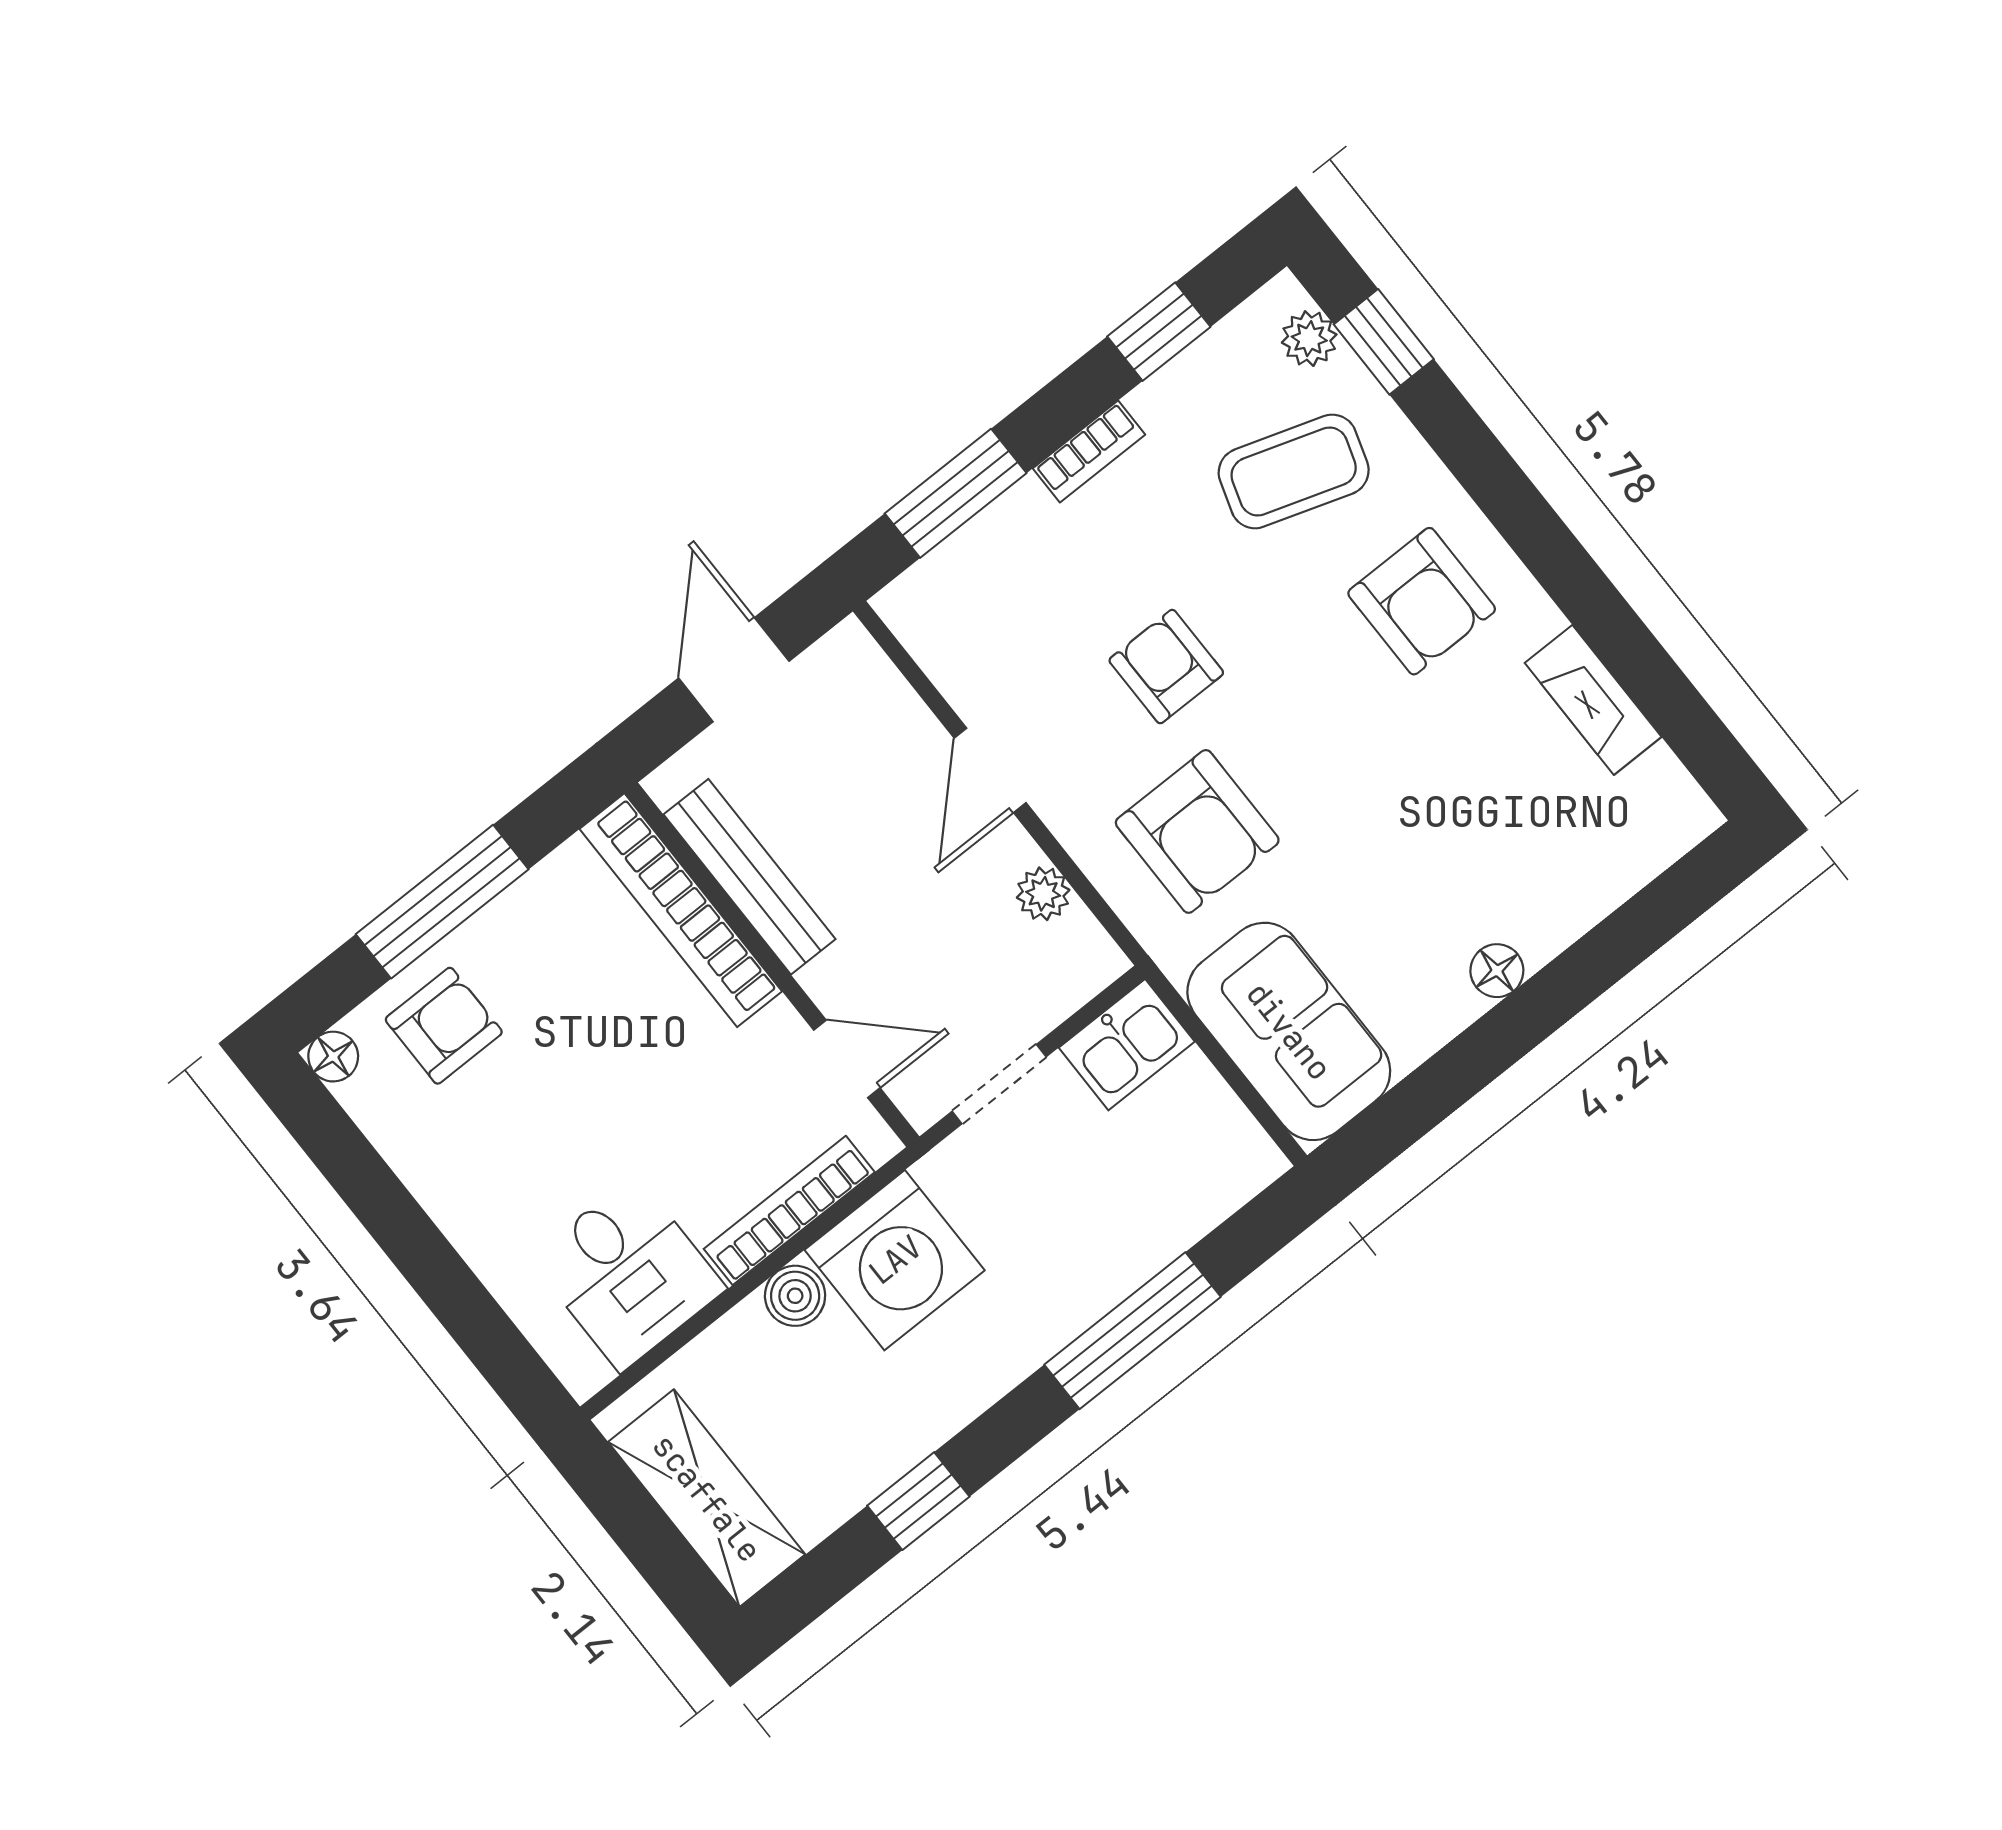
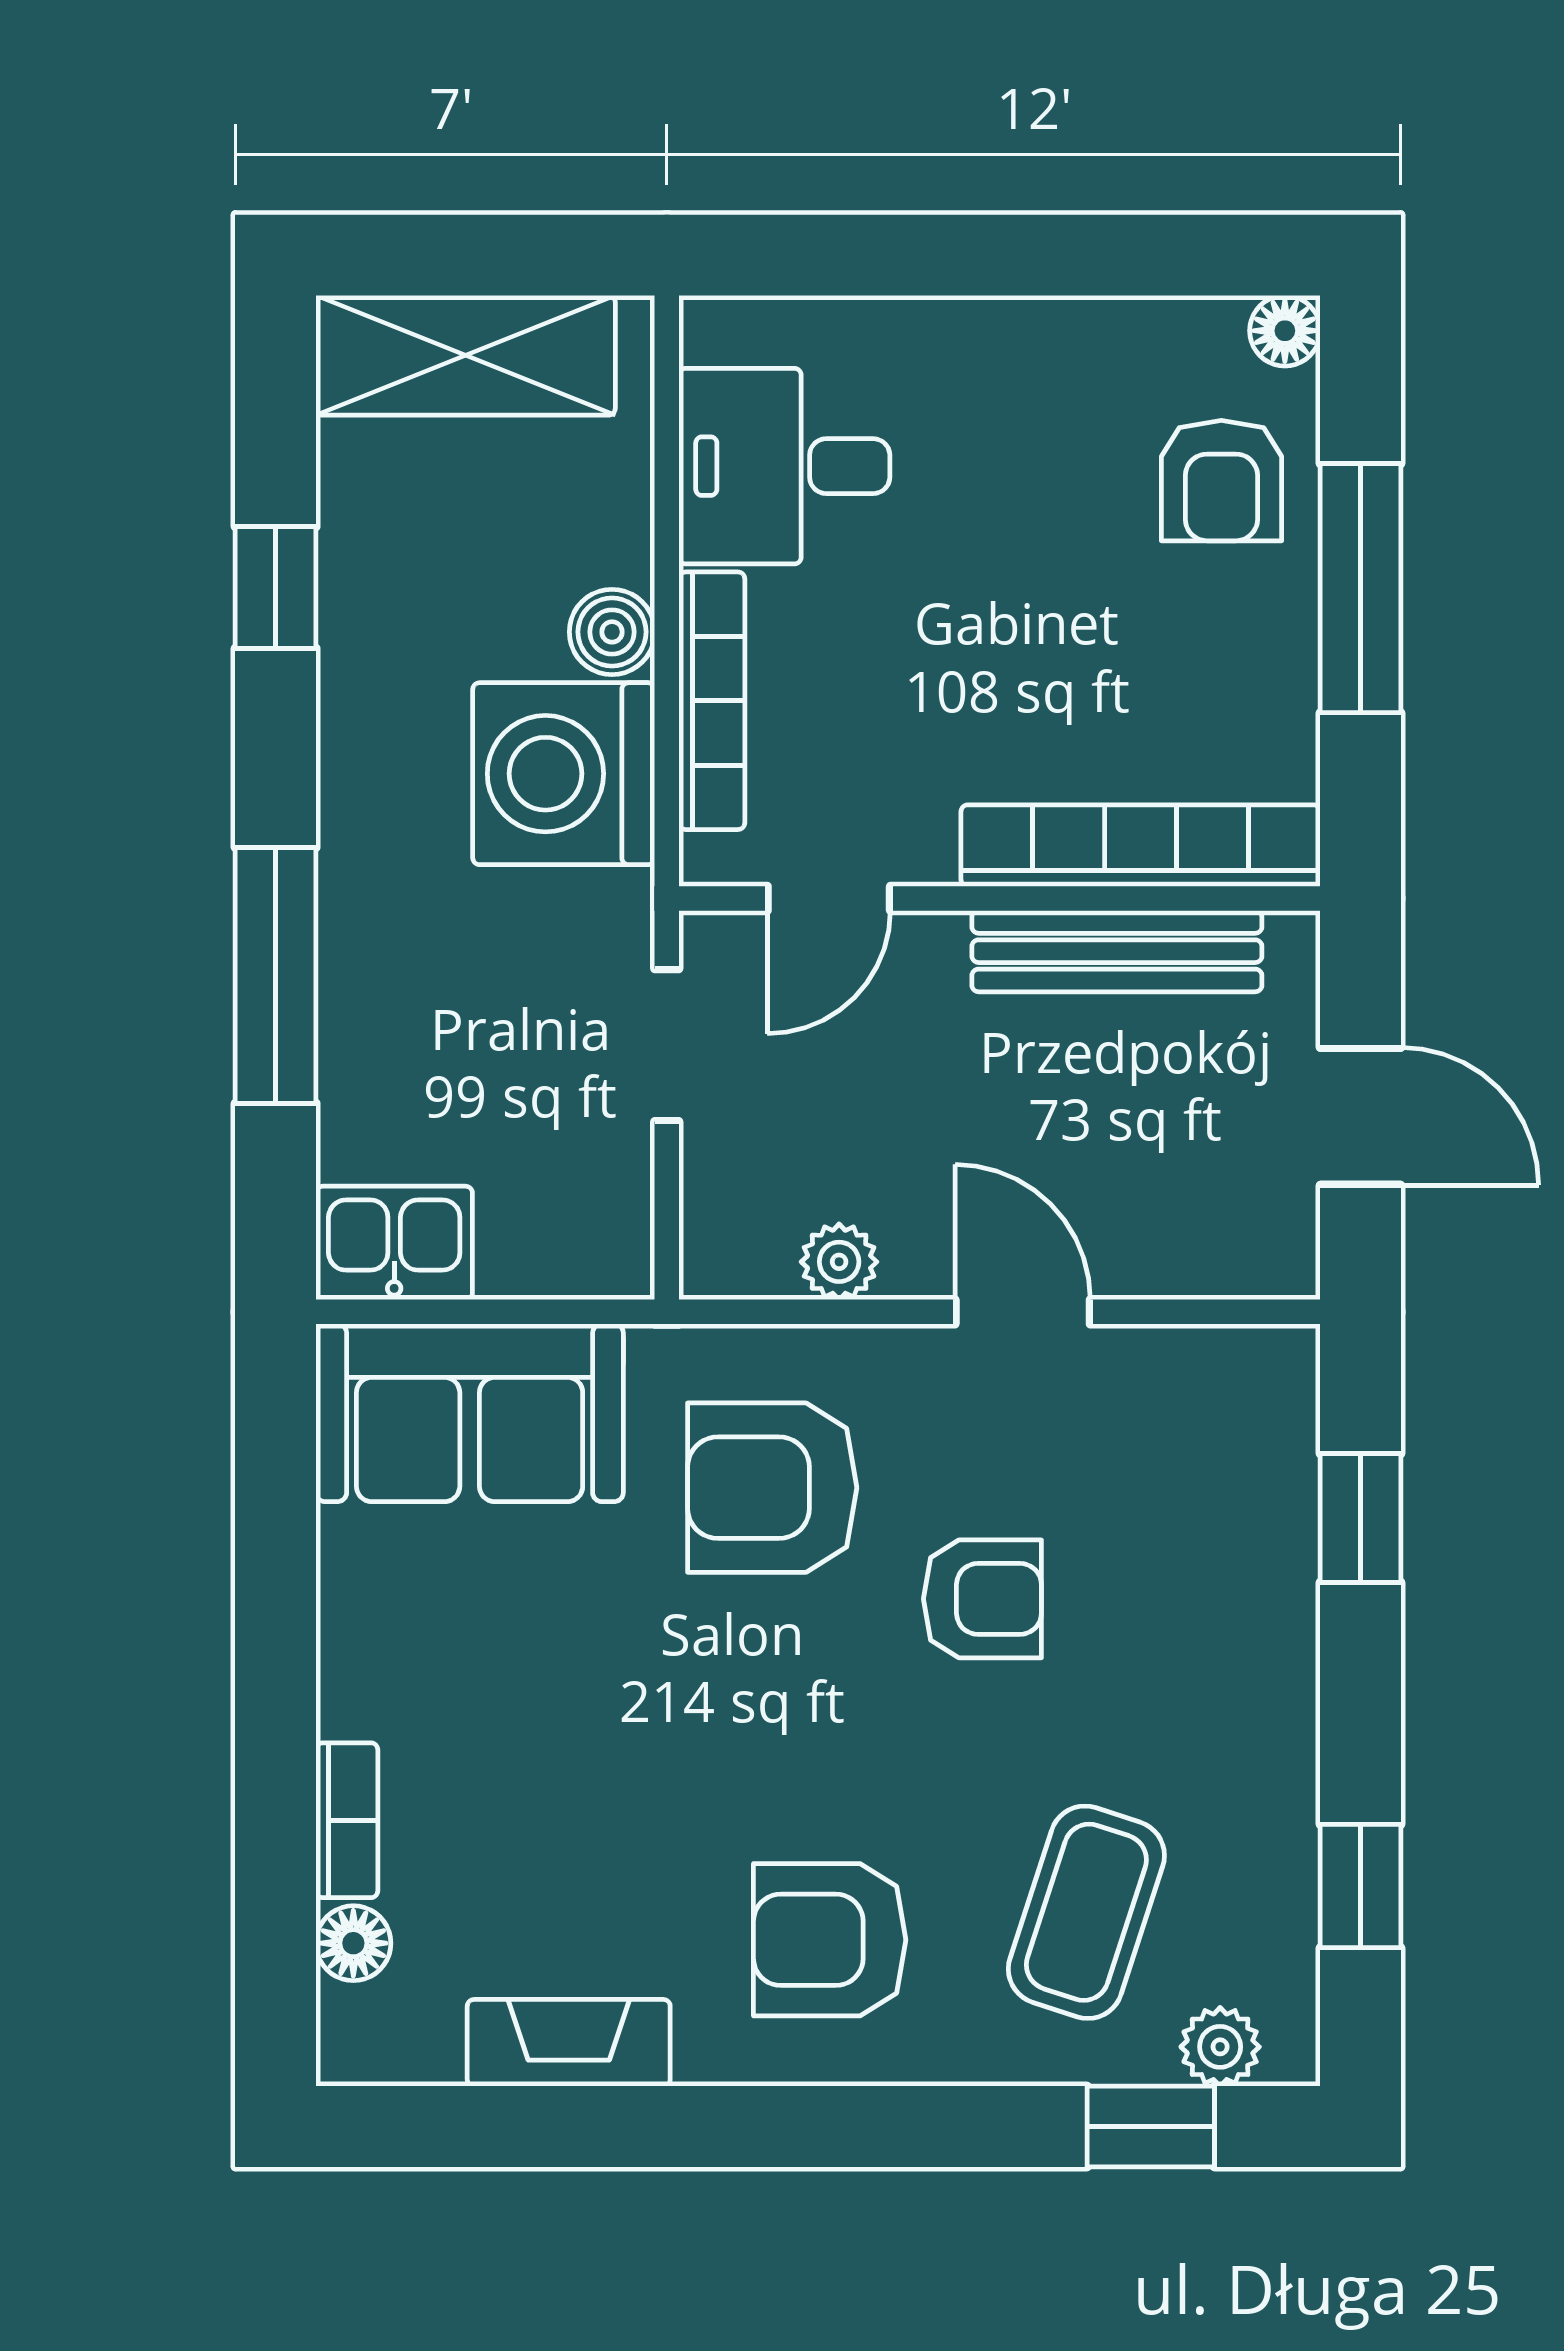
bookcase: (1089, 452) -> (347, 1820), moved, turned 180
window: (956, 493) -> (1360, 1518), width x0.67
floor lamp: (1497, 971) -> (353, 1943), moved
kitchen sink: (1127, 1045) -> (394, 1243), moved, turned 90

